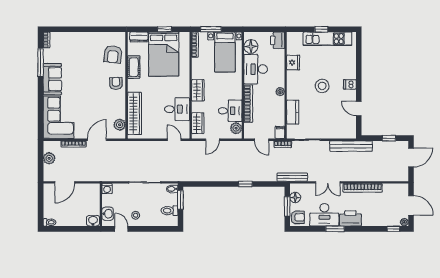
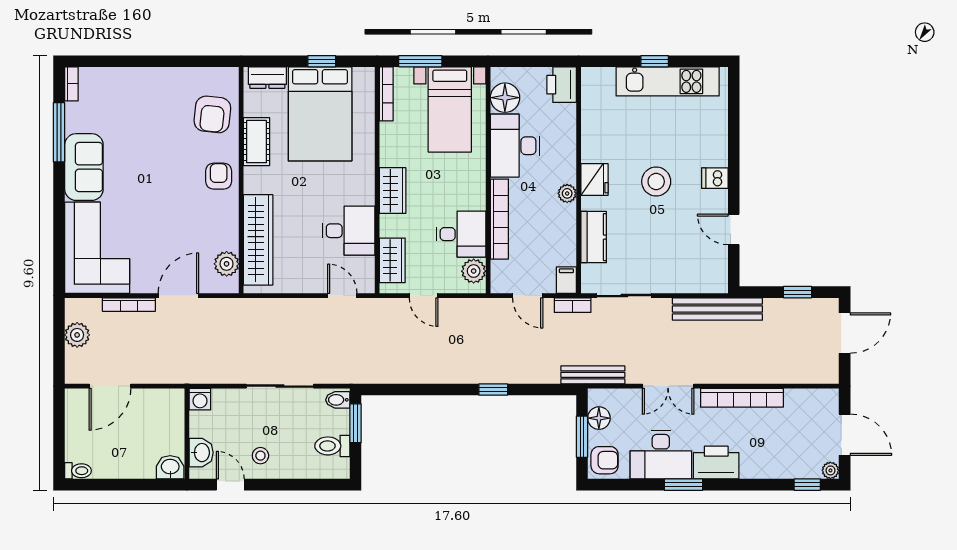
fridge: (293, 62) -> (594, 179), moved
door: (213, 140) -> (424, 296), hinge flipped

